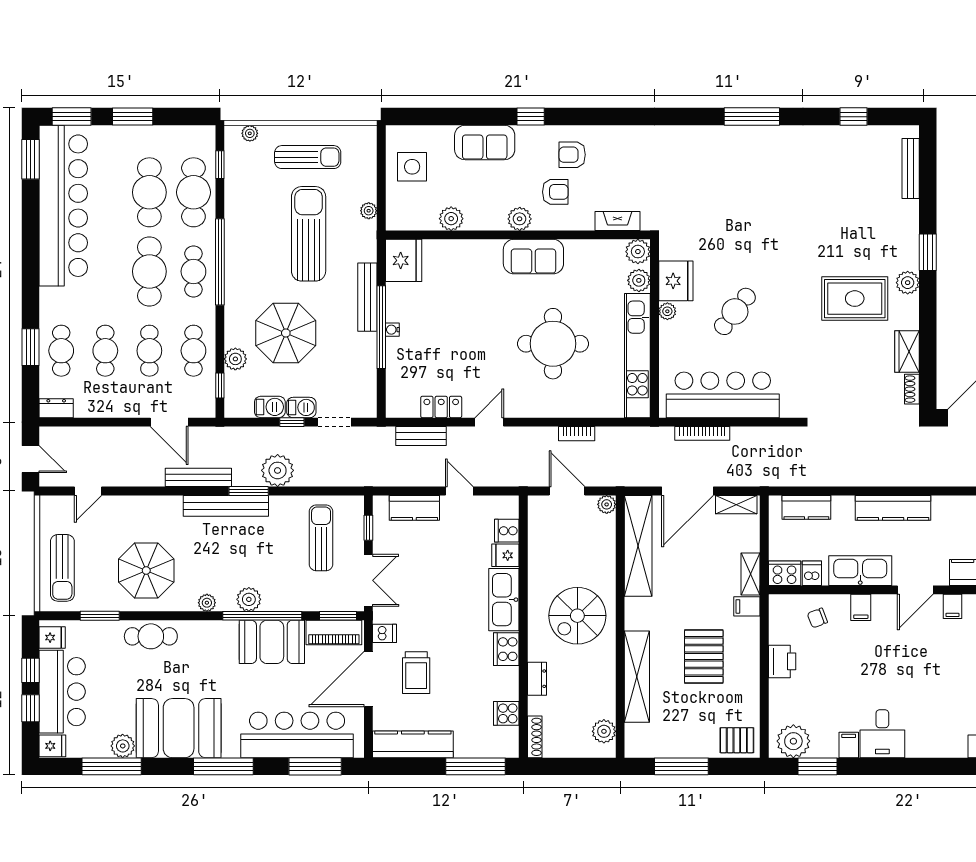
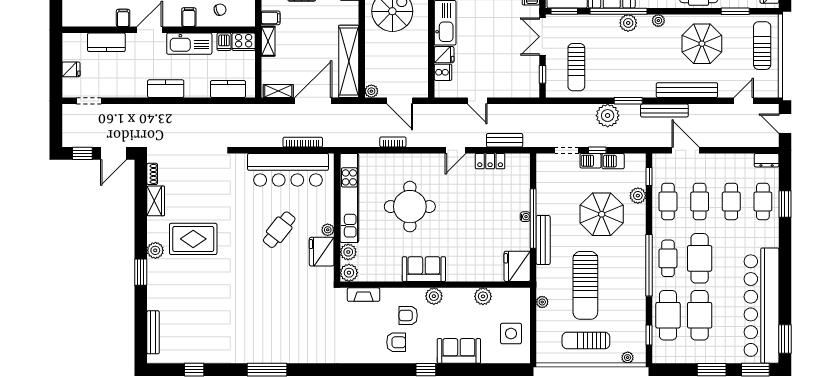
bench: (226, 506) -> (687, 90), moved
kitchen counter: (414, 508) -> (509, 89), removed
kitchen counter: (893, 508) -> (166, 89), width x0.67

